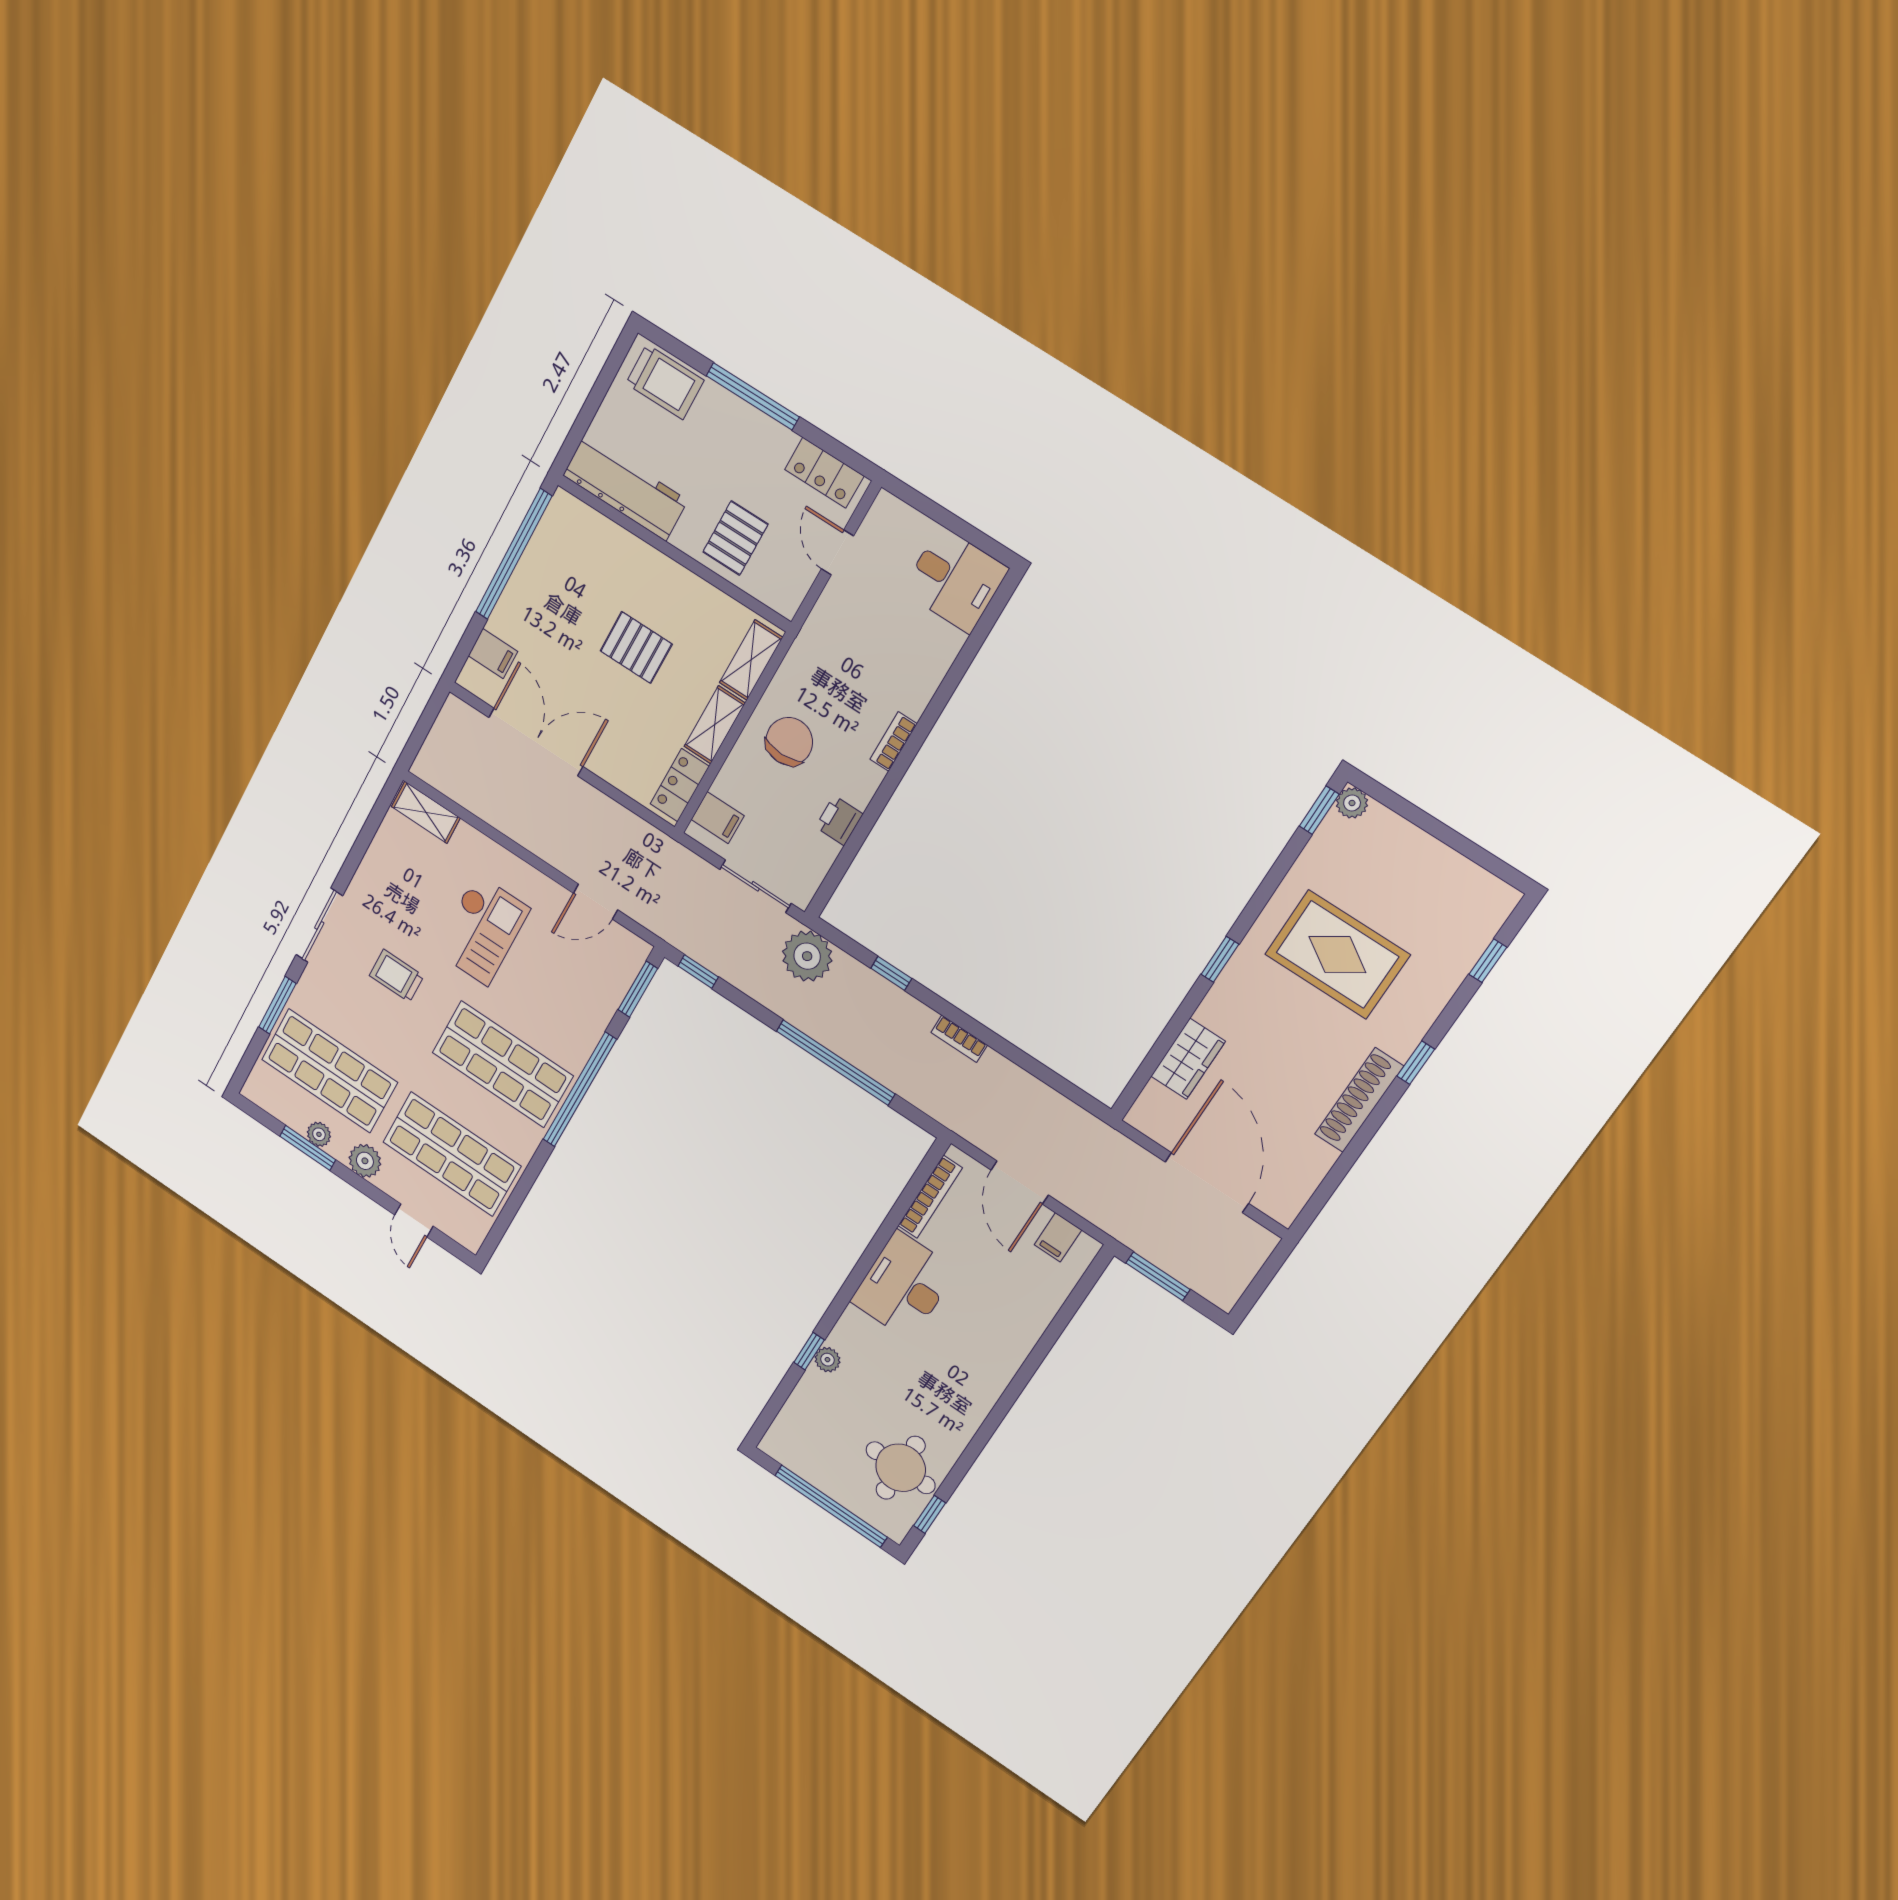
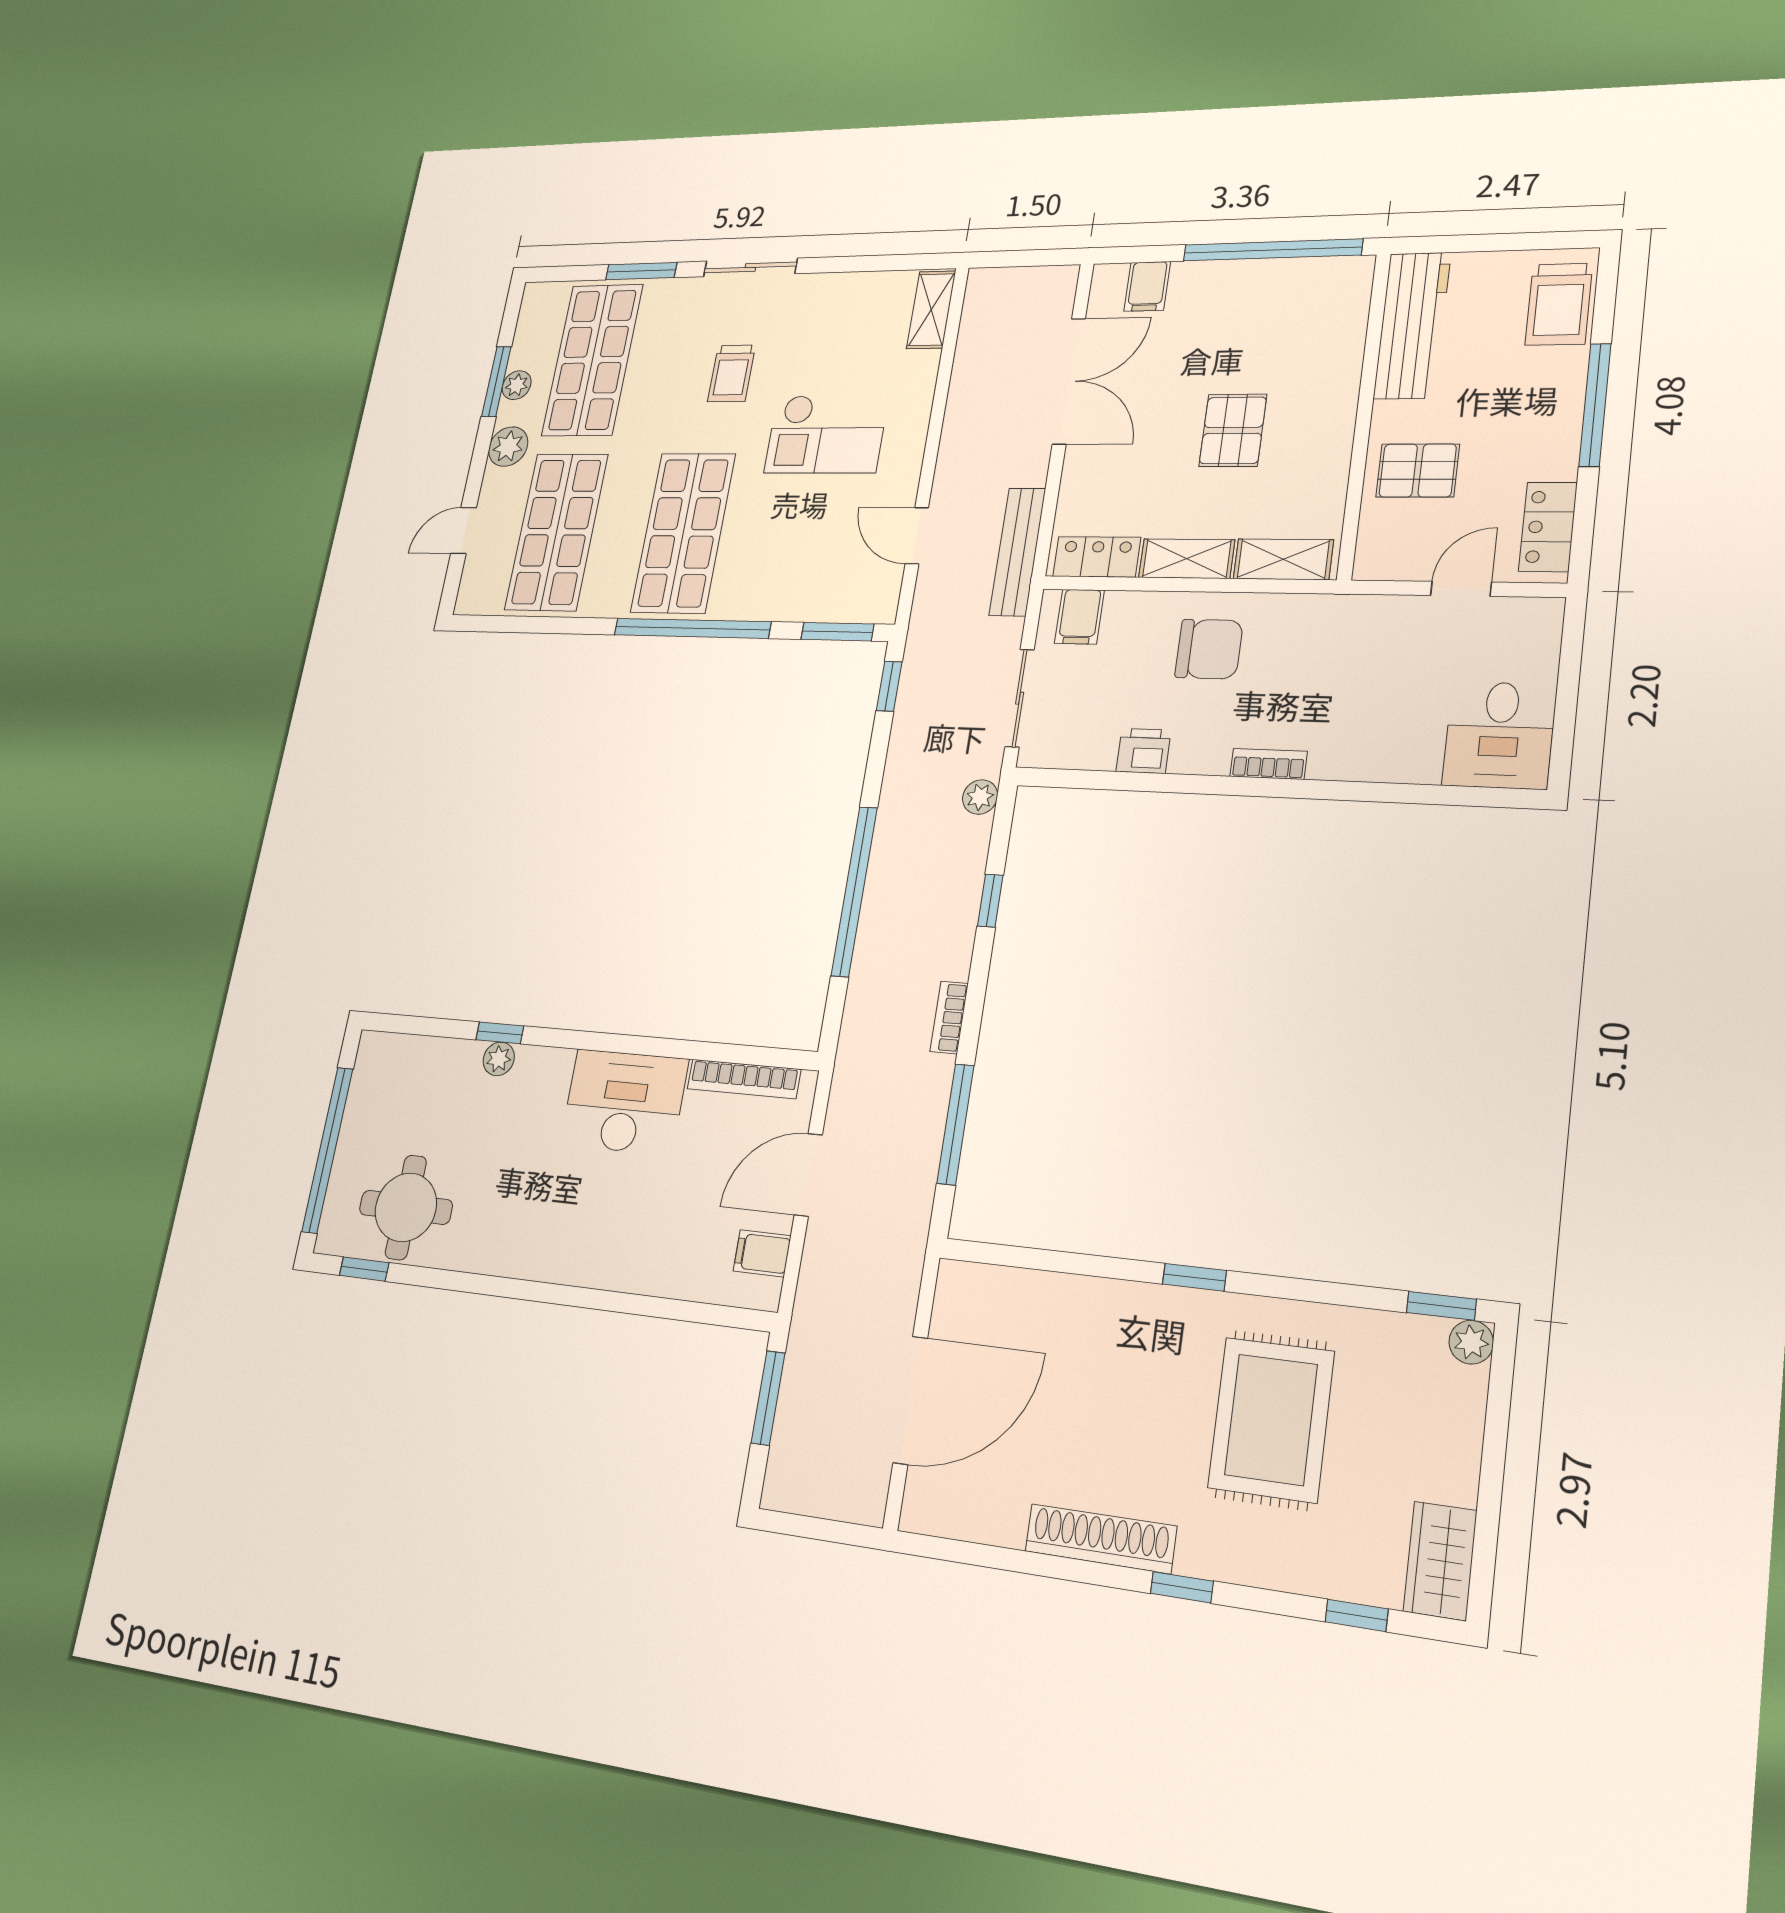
bench: (646, 838) -> (1017, 552), added
plant: (807, 956) -> (980, 797), width x0.53, depth x0.53
trolley: (397, 976) -> (732, 373), turned 180
wardrobe: (1188, 1059) -> (1440, 1561), moved, turned 90
window: (1036, 1068) -> (956, 1124), added

